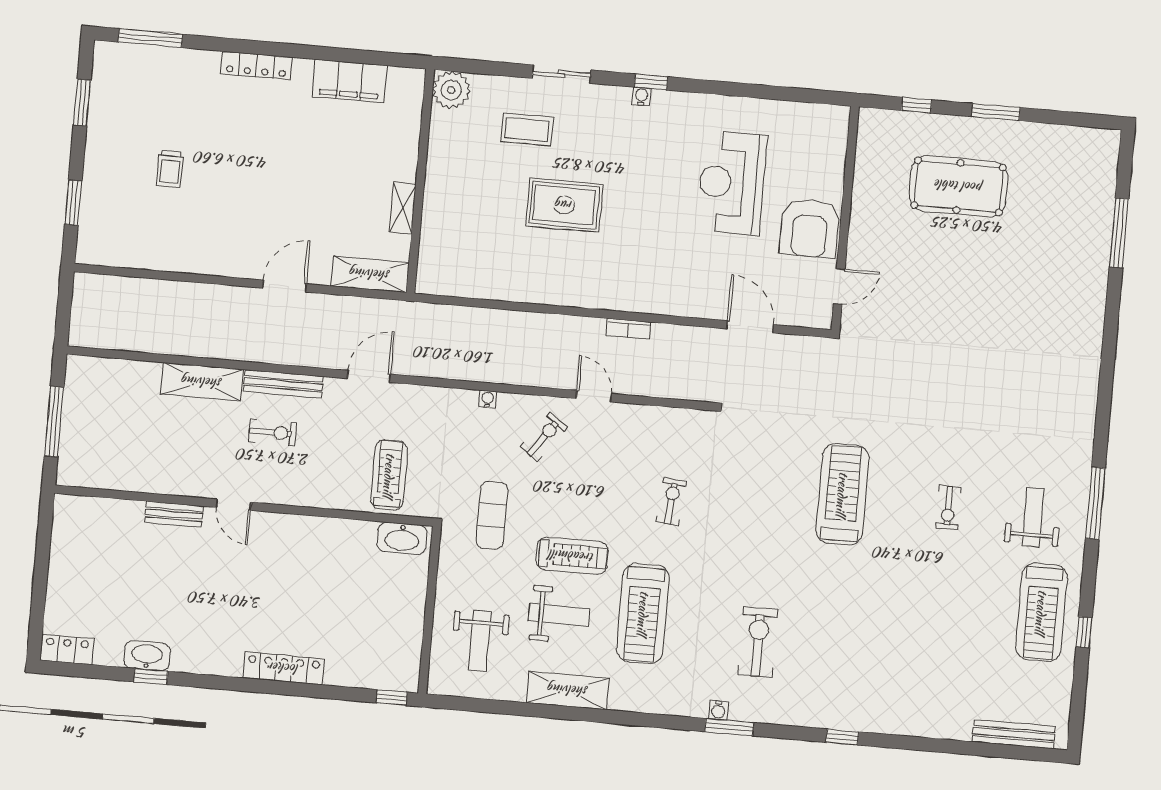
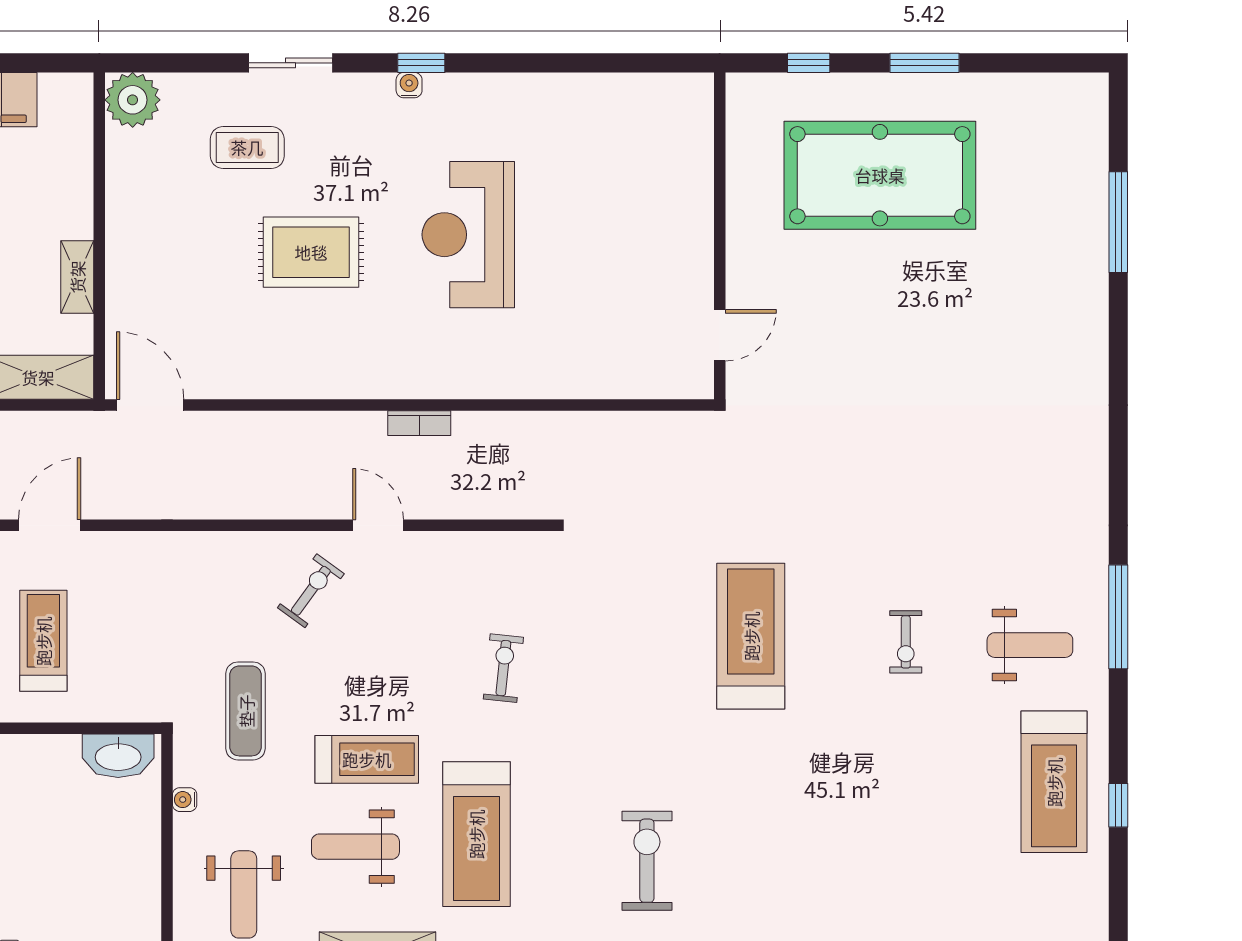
reception desk: (732, 183) -> (468, 235), moved
pool table: (959, 186) -> (880, 175), width x1.36, depth x1.32
armchair: (810, 228) -> (669, 254), removed
door: (750, 327) -> (150, 405), moved
water cooler: (488, 399) -> (185, 800), moved, turned -90
treadmill: (389, 475) -> (43, 641), moved
weight bench: (1033, 517) -> (1030, 645), turned 90
weight bench: (559, 615) -> (355, 847), turned 180

